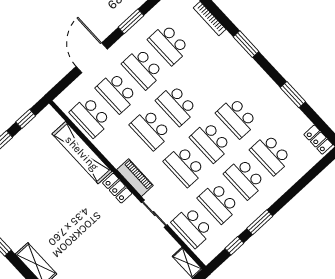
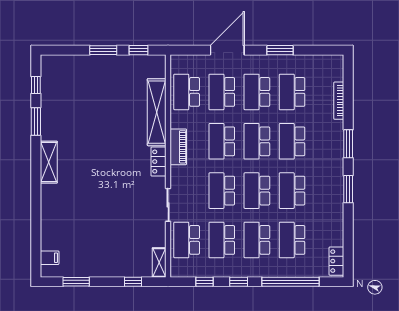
school desk: (203, 81) -> (292, 141), added
window: (293, 95) -> (348, 189), moved
piano: (135, 178) -> (178, 147), moved
window: (298, 187) -> (290, 282), added
window: (260, 222) -> (239, 282), width x0.67

